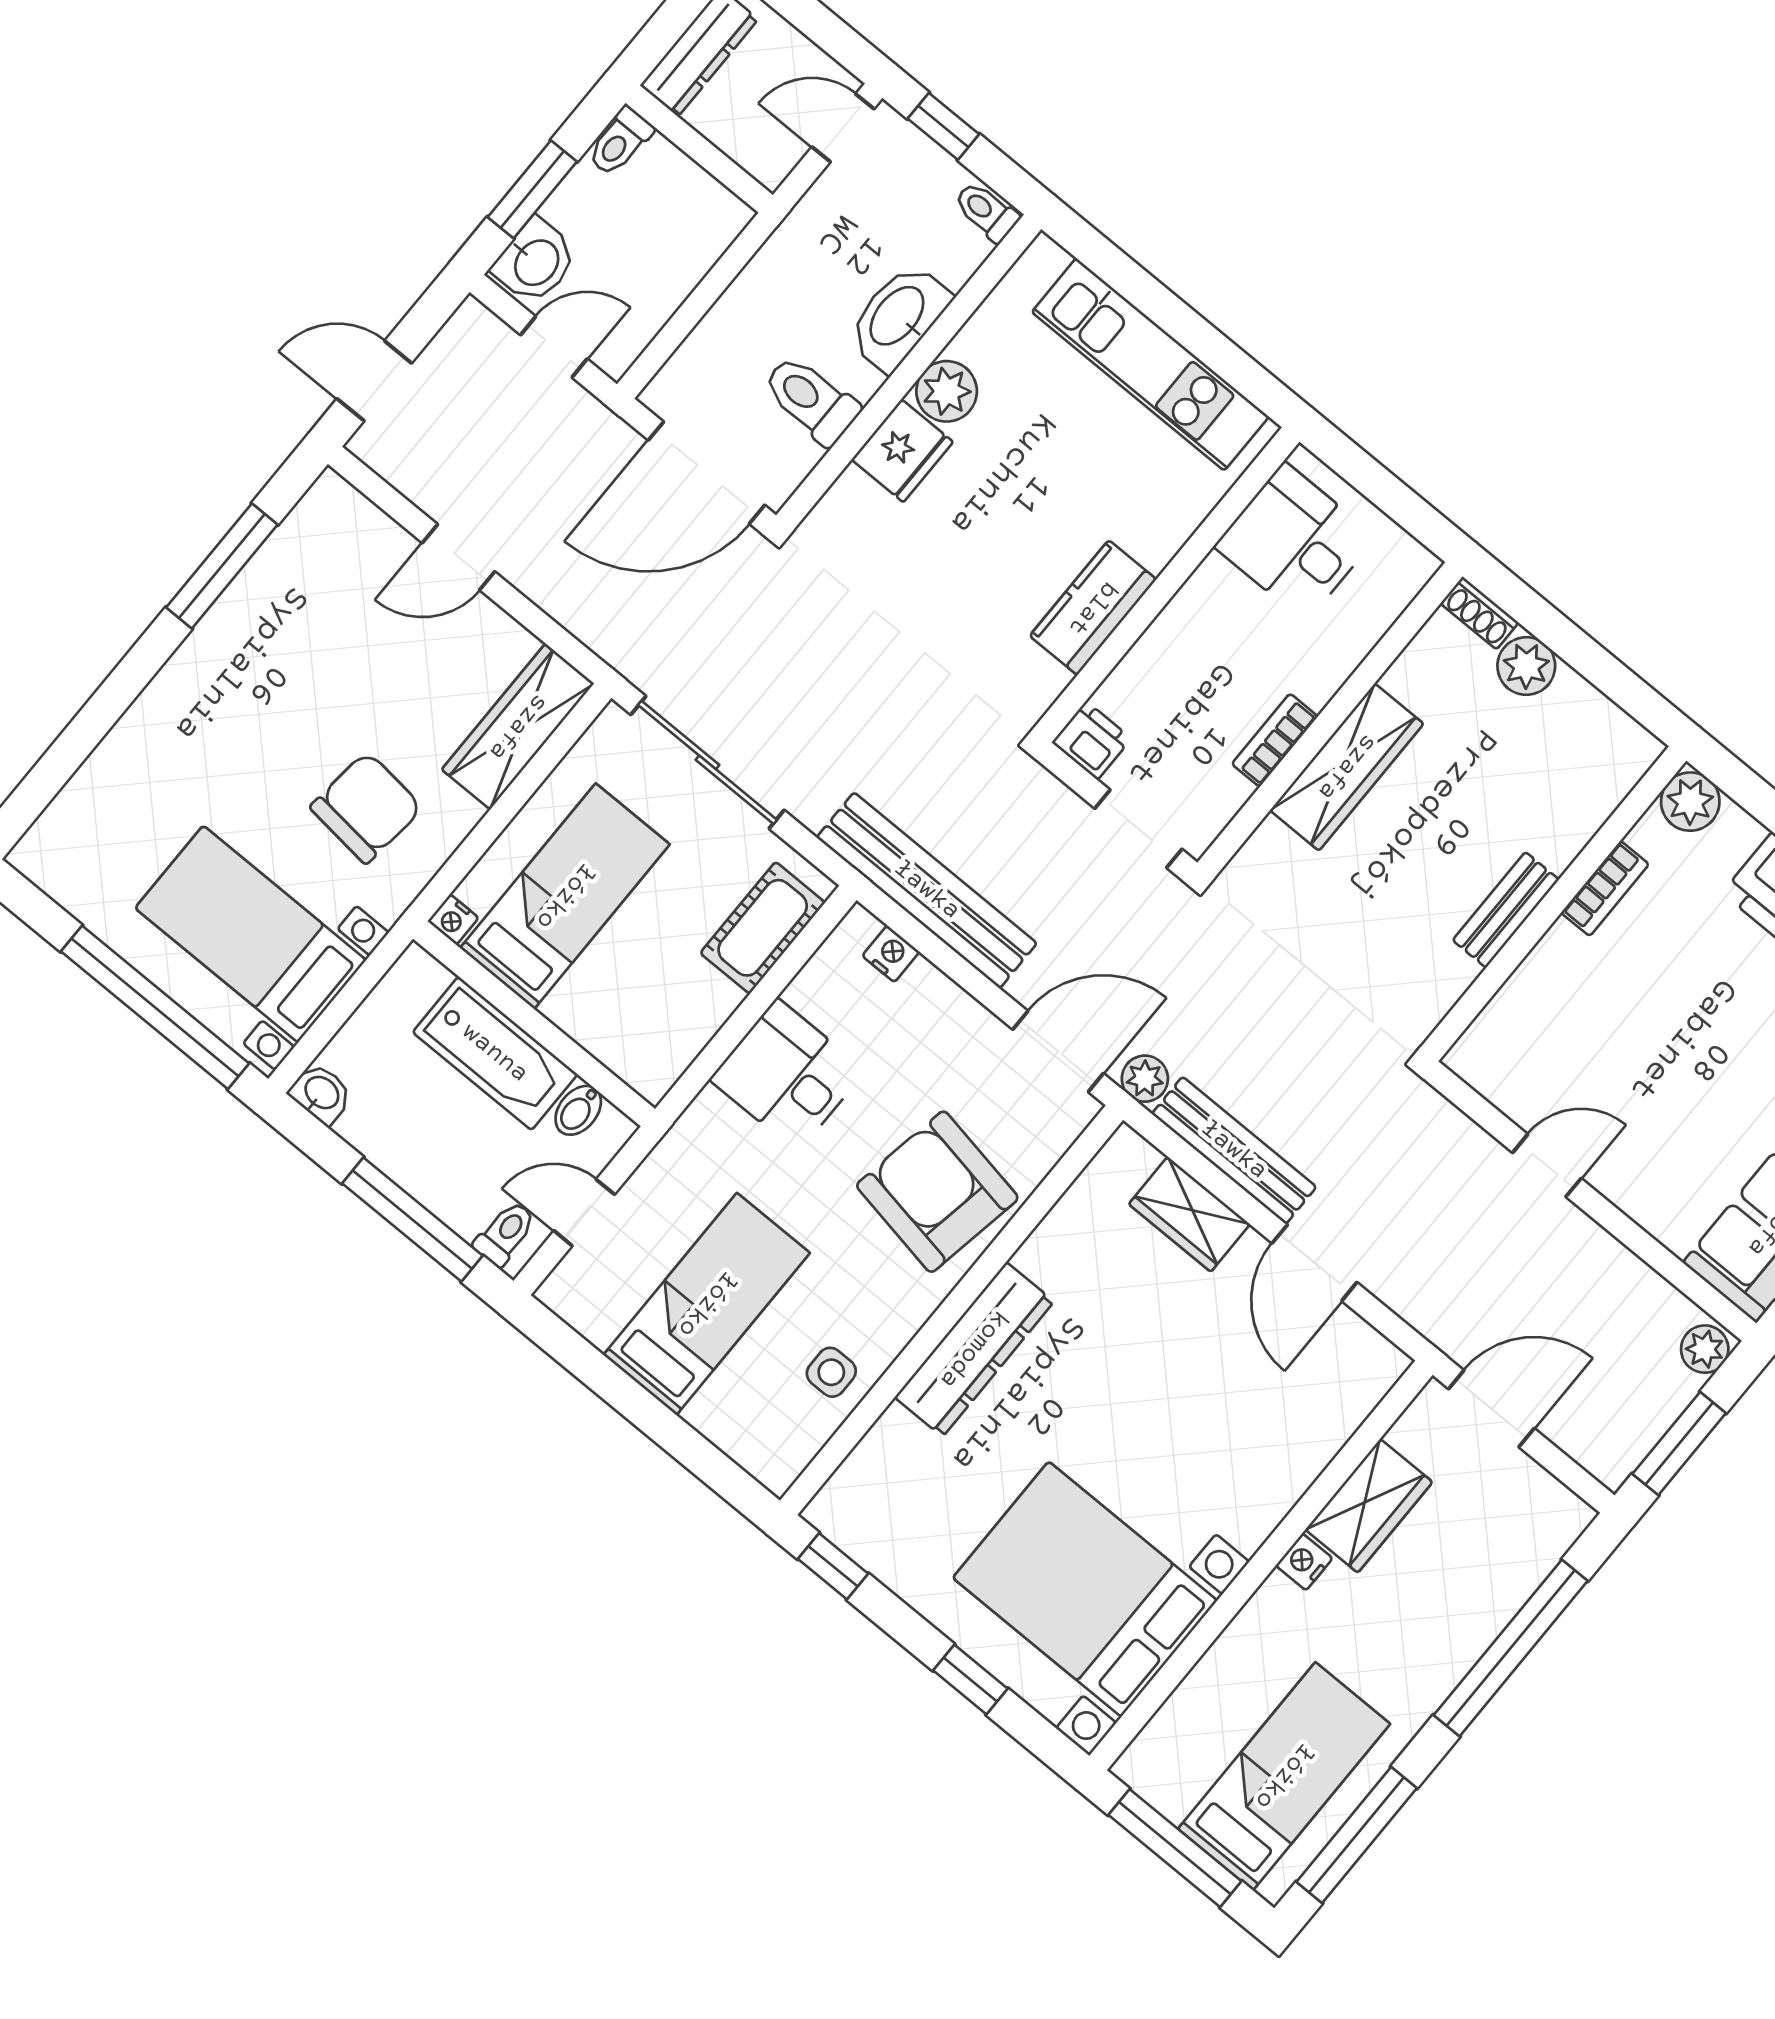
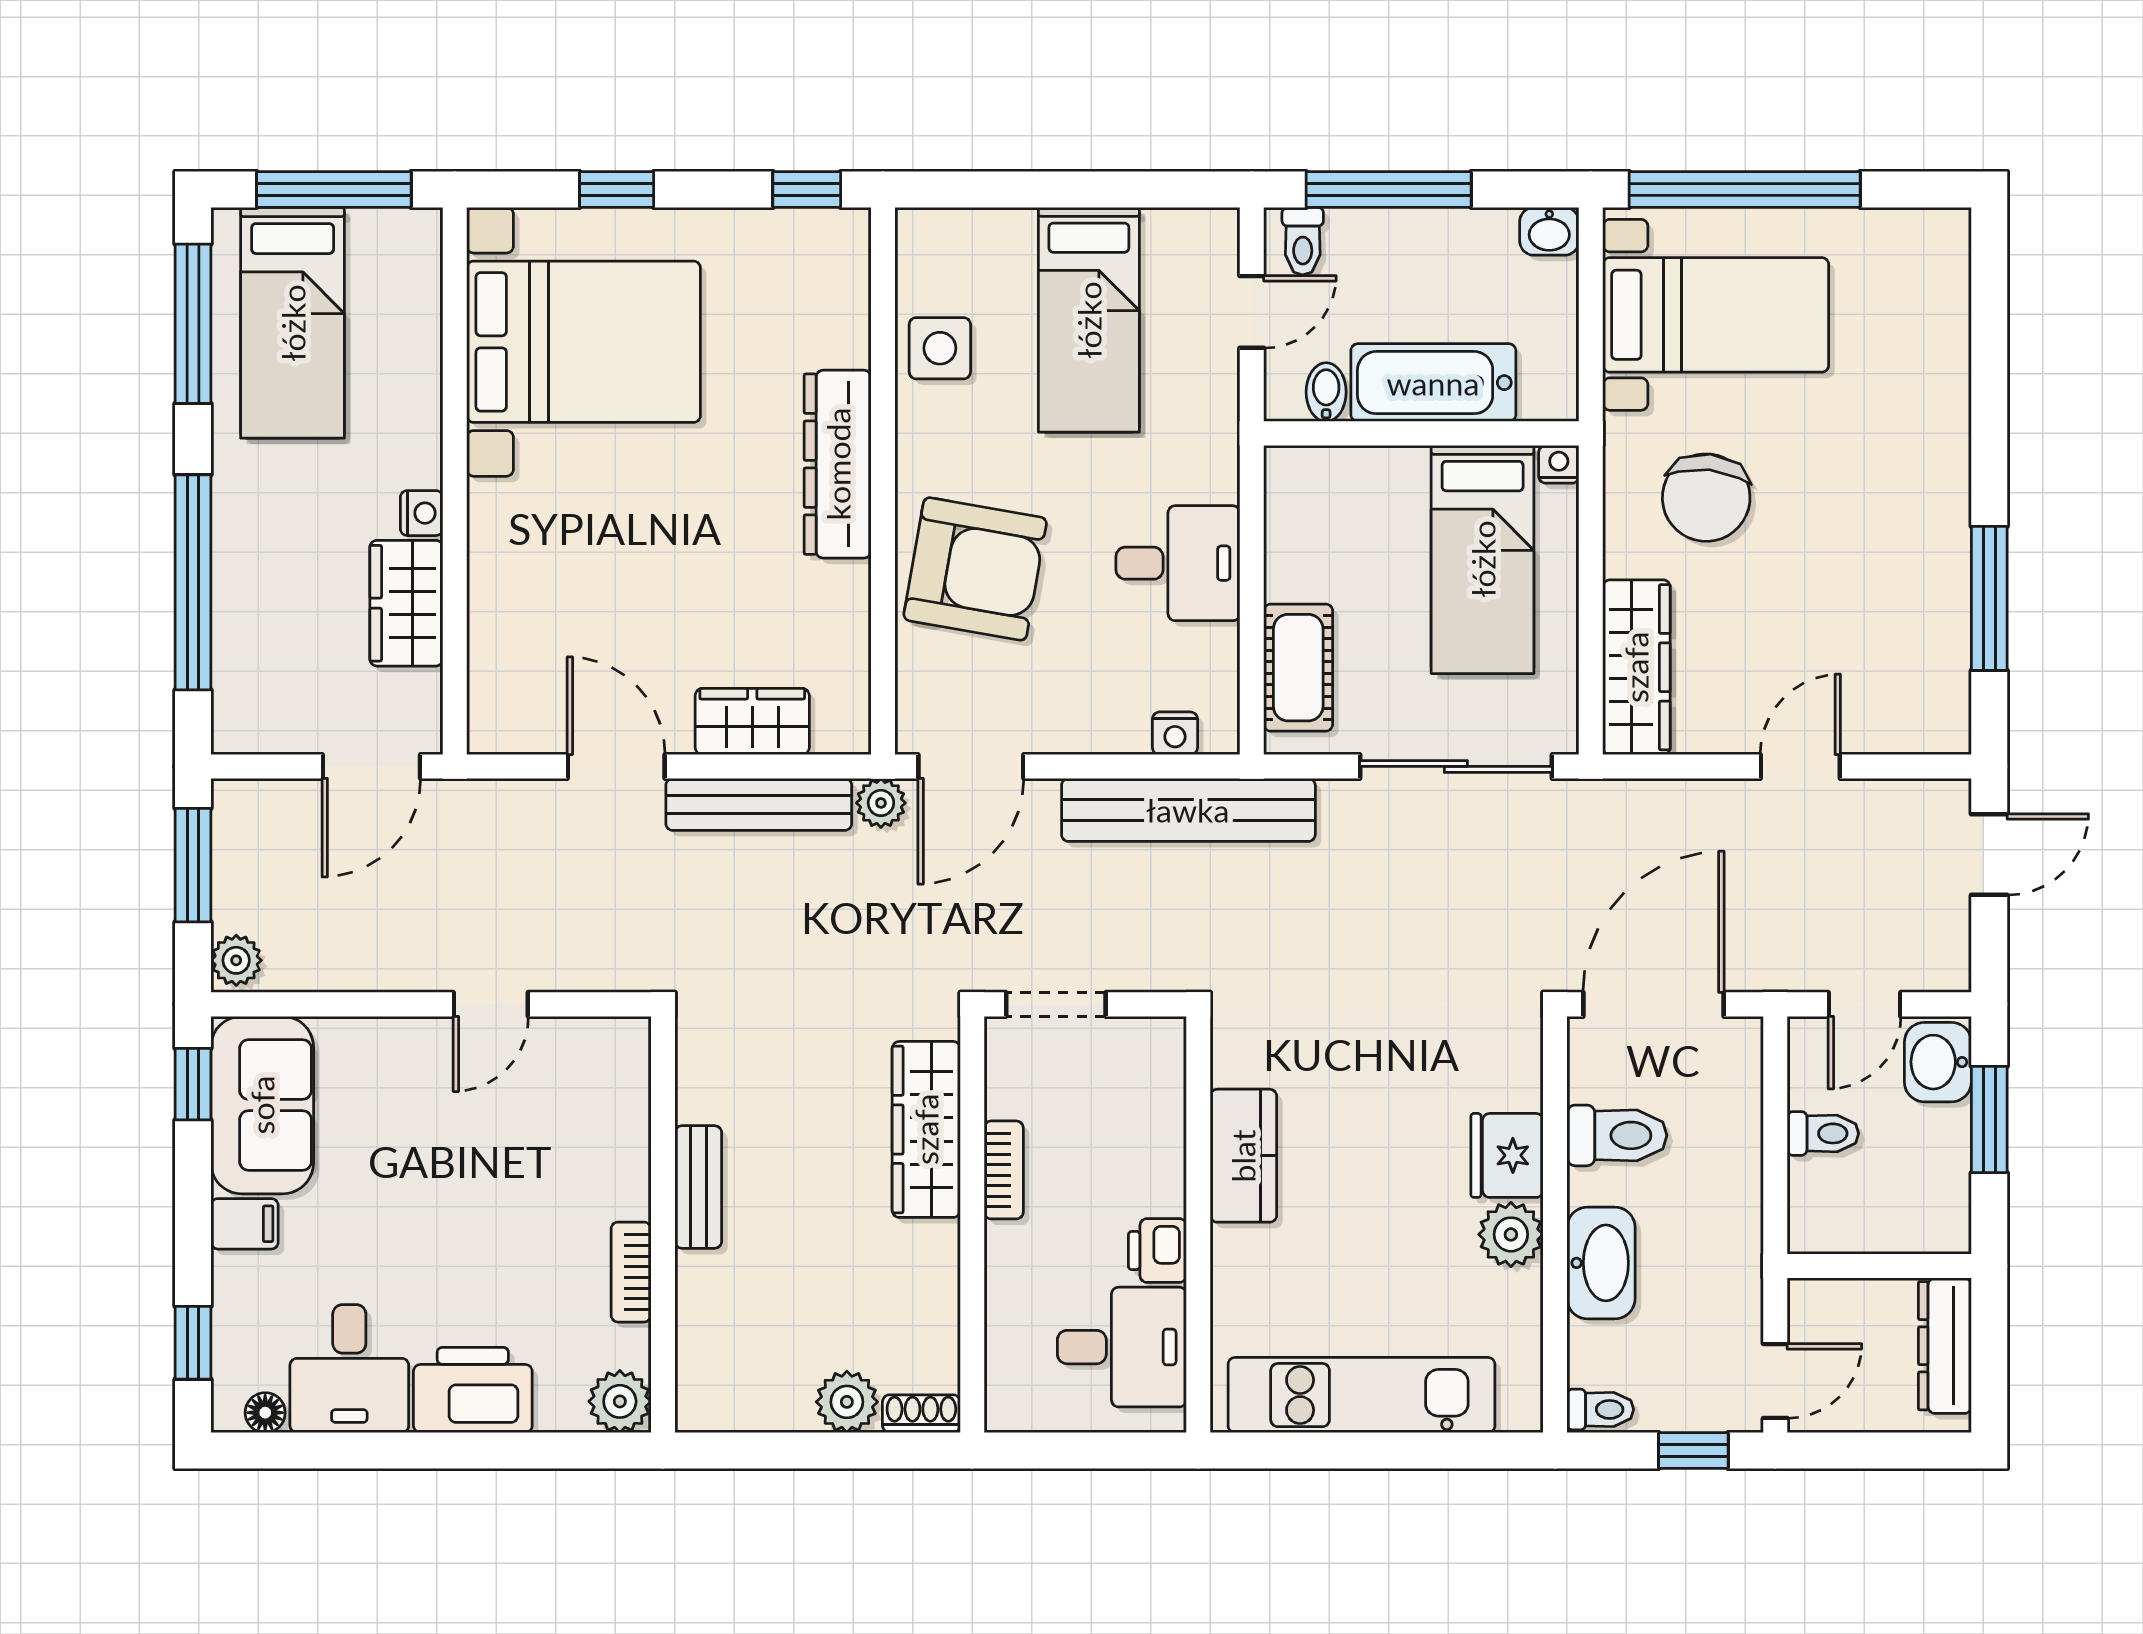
toilet: (620, 142) -> (1823, 1133), moved, turned 90
printer: (1092, 740) -> (1157, 1251), moved, turned 90
wardrobe: (1347, 767) -> (926, 1129), moved
side table: (831, 1372) -> (940, 348), width x1.37, depth x1.37

